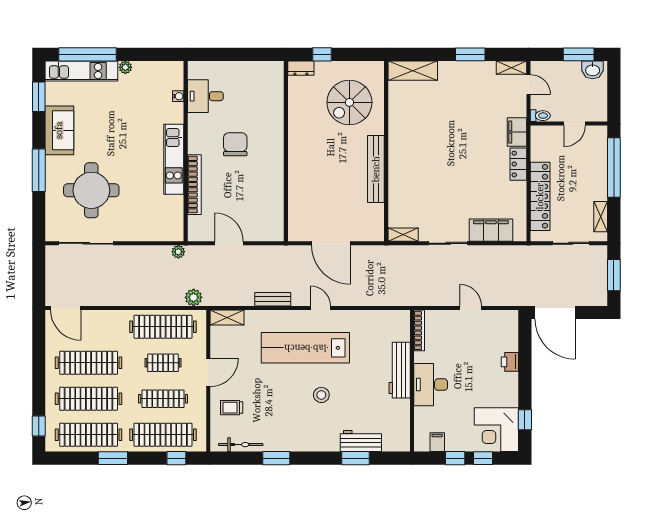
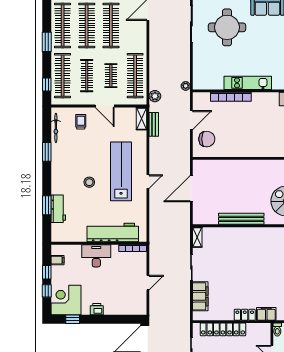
chair: (235, 144) -> (207, 139), moved
bench: (273, 299) -> (154, 124), moved
printer: (510, 362) -> (97, 309), moved
workbench: (400, 370) -> (113, 233), width x1.36, depth x1.32

